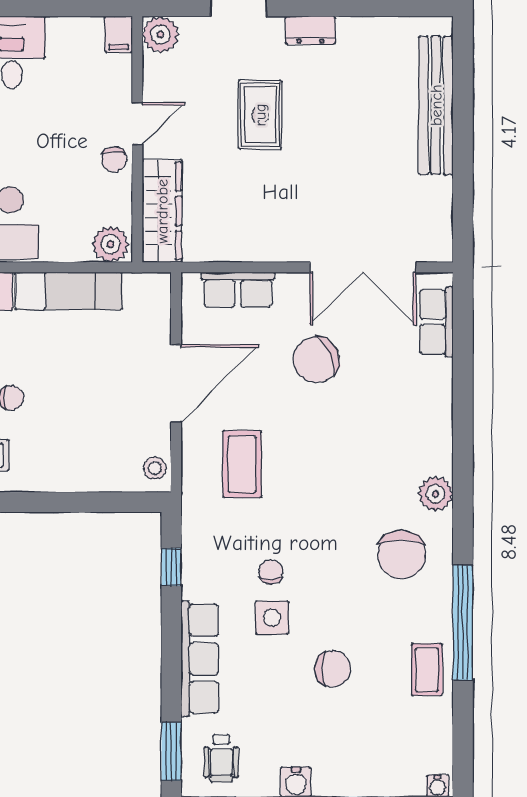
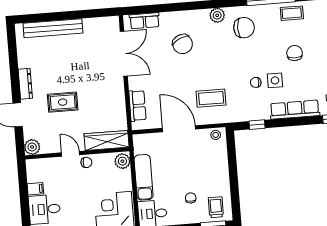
dresser: (310, 30) -> (25, 84), width x1.44
filing cabinet: (119, 34) -> (35, 189), moved
chair: (316, 360) -> (183, 44), moved

